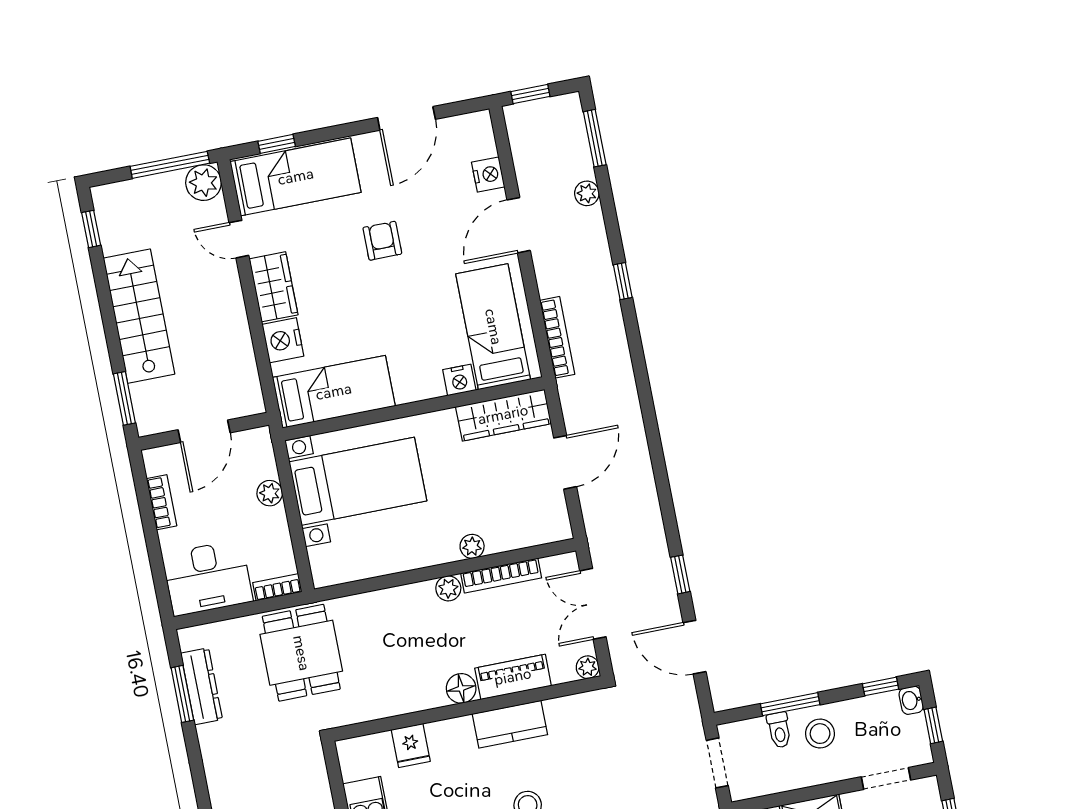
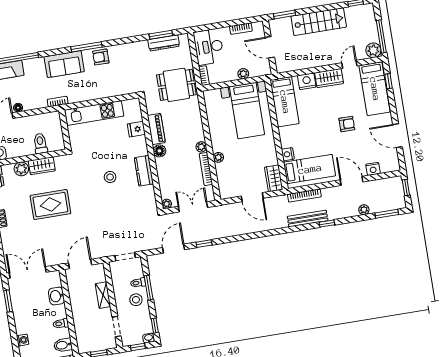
bench: (612, 328) -> (308, 219), added
wardrobe: (503, 415) -> (274, 178), width x0.67
piano: (513, 677) -> (156, 129), moved

